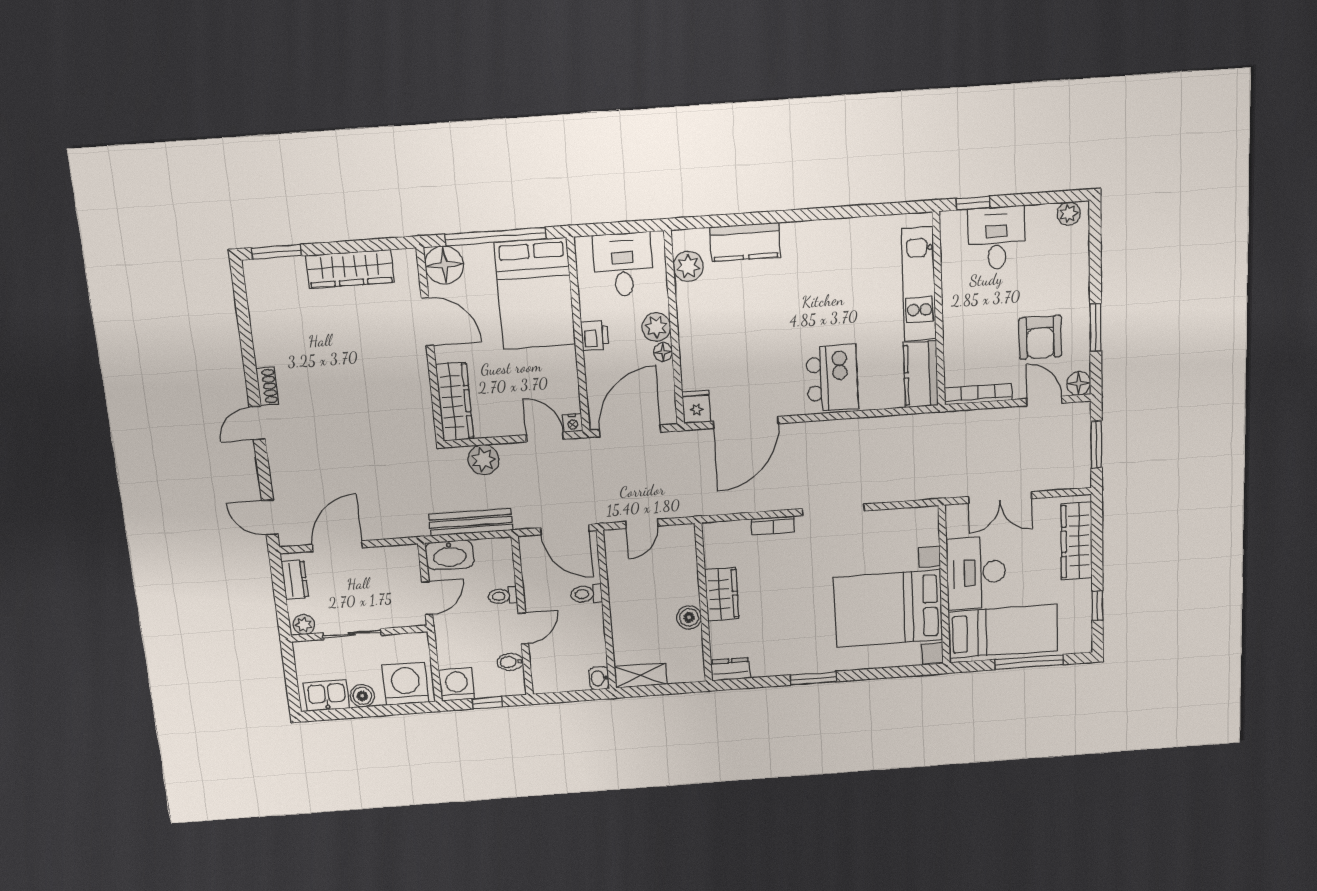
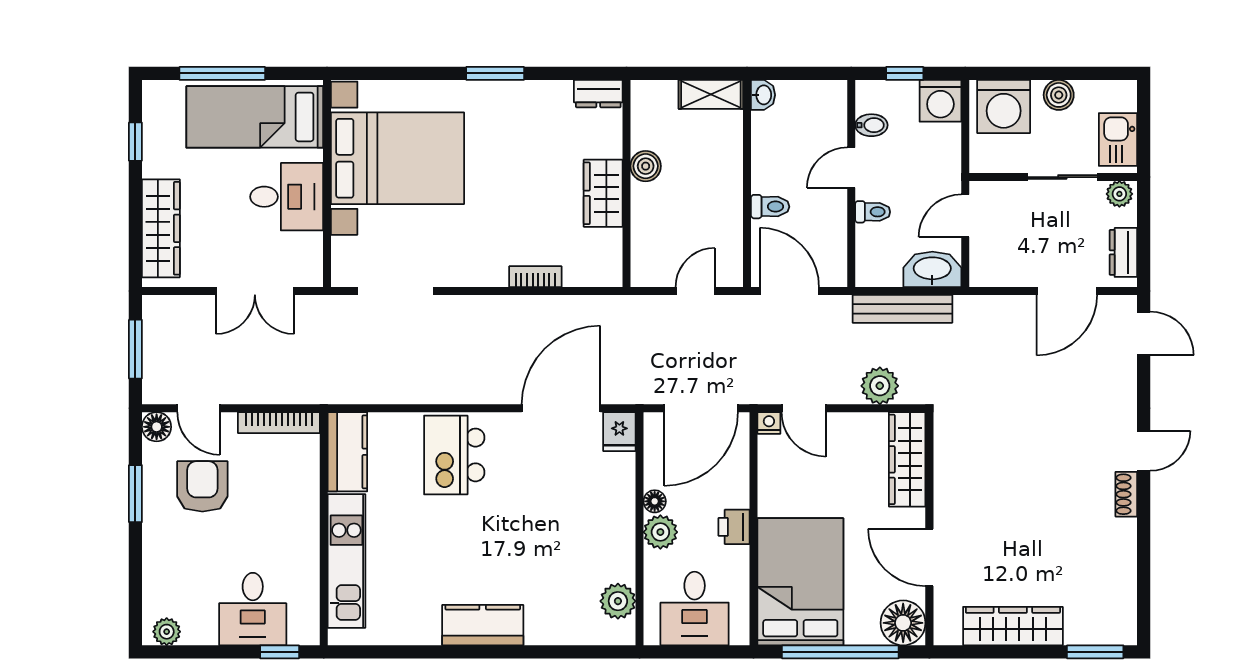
kitchen counter: (745, 242) -> (483, 625), moved
double door: (1000, 498) -> (255, 291), swing flipped
doorway: (833, 510) -> (395, 291), moved
desk: (976, 573) -> (287, 197), width x0.73
kitchen sink: (327, 695) -> (1118, 139), moved, turned 90

